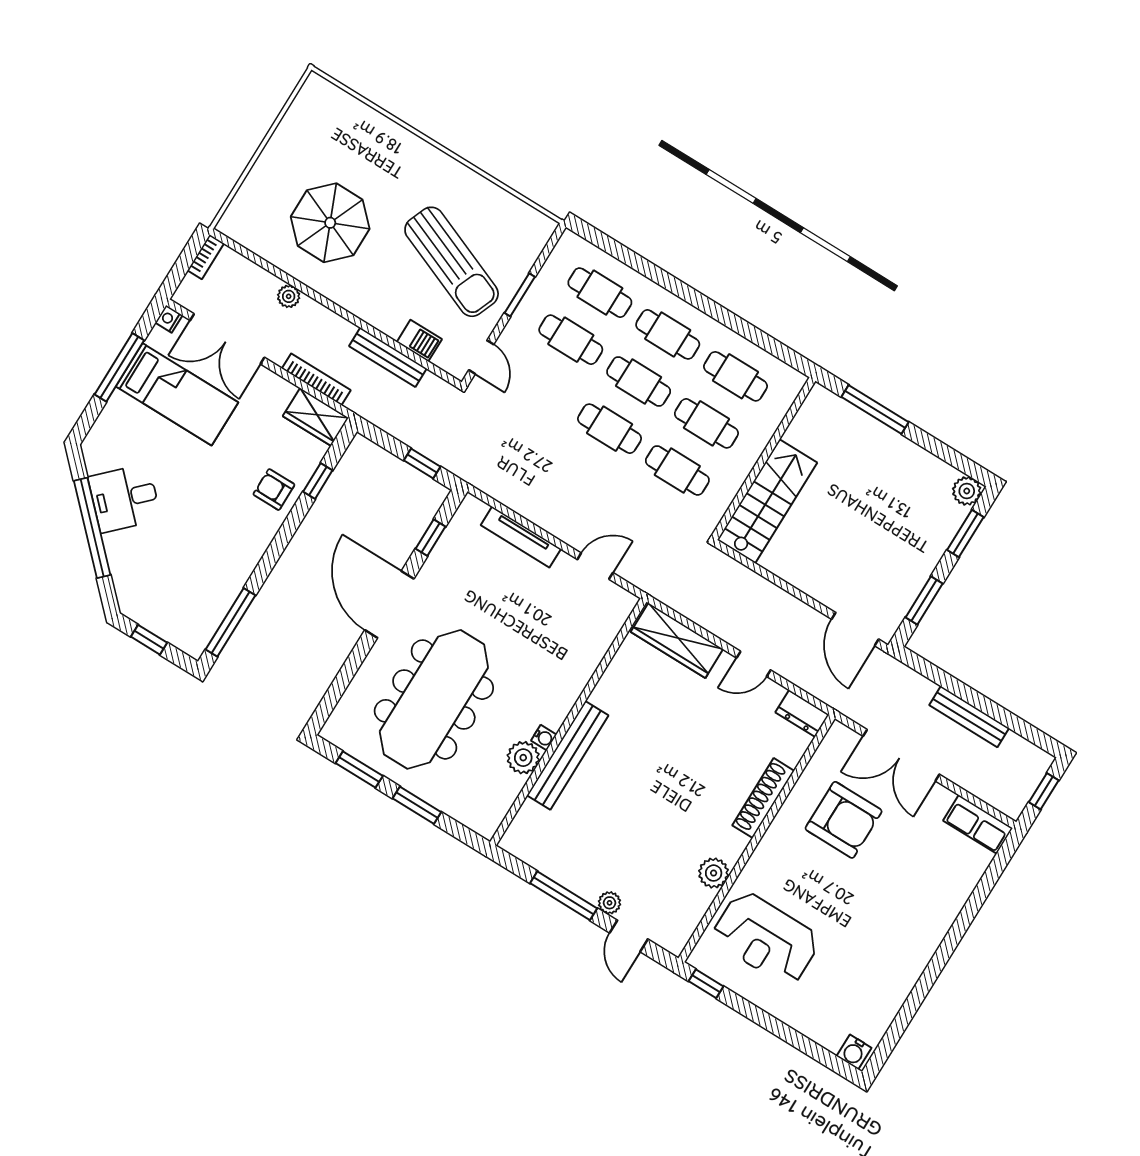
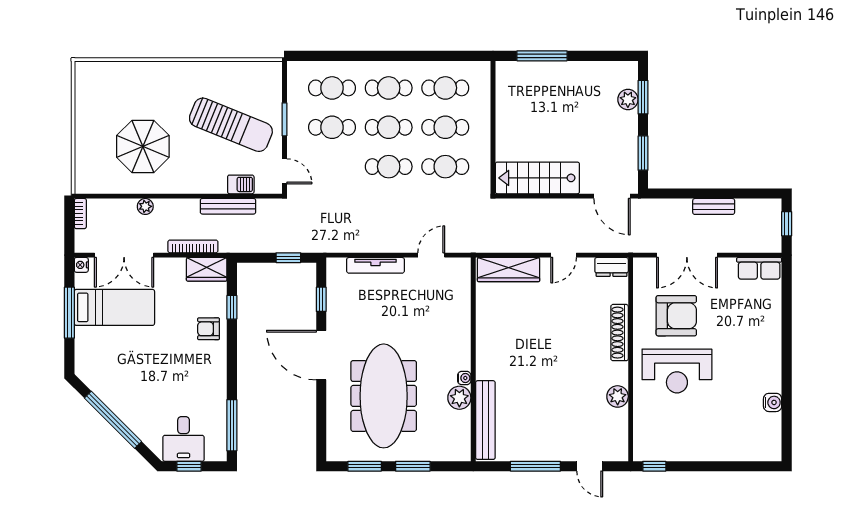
plant: (967, 491) -> (628, 99), moved
desk: (125, 498) -> (184, 439), moved, turned -45
stairs: (767, 501) -> (537, 178), moved, turned -90
bench: (969, 717) -> (714, 206), width x0.73
bench: (568, 755) -> (485, 420), moved
plant: (610, 903) -> (566, 453), removed
reception desk: (766, 938) -> (677, 371), moved
water cooler: (854, 1052) -> (773, 402), moved, turned -90

